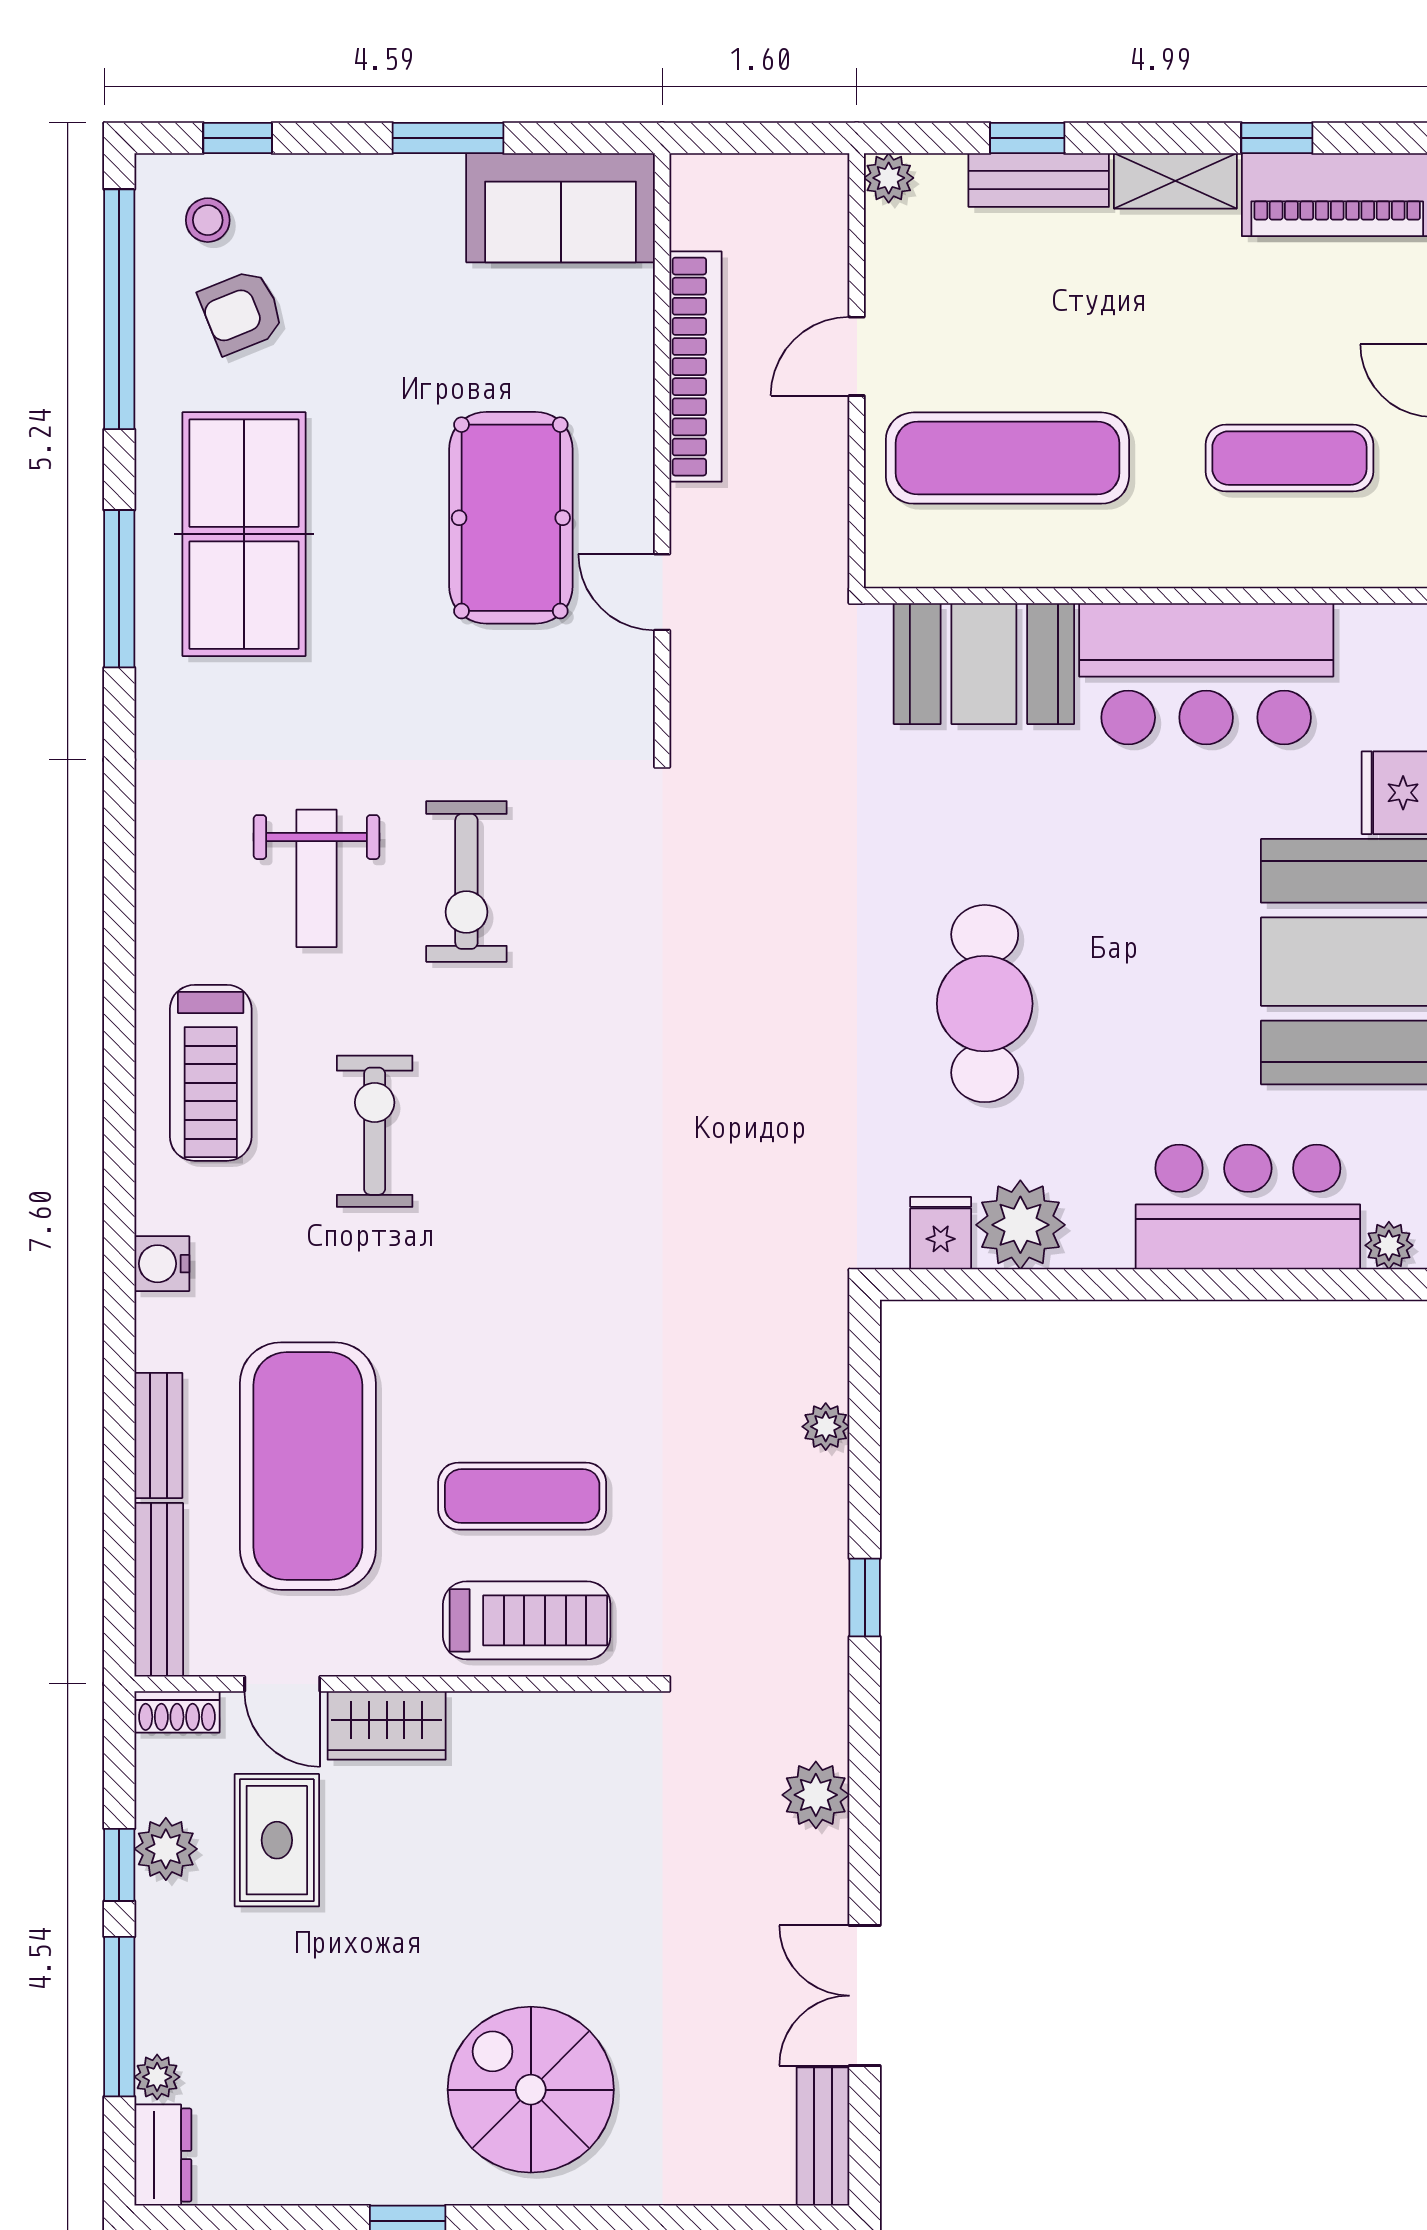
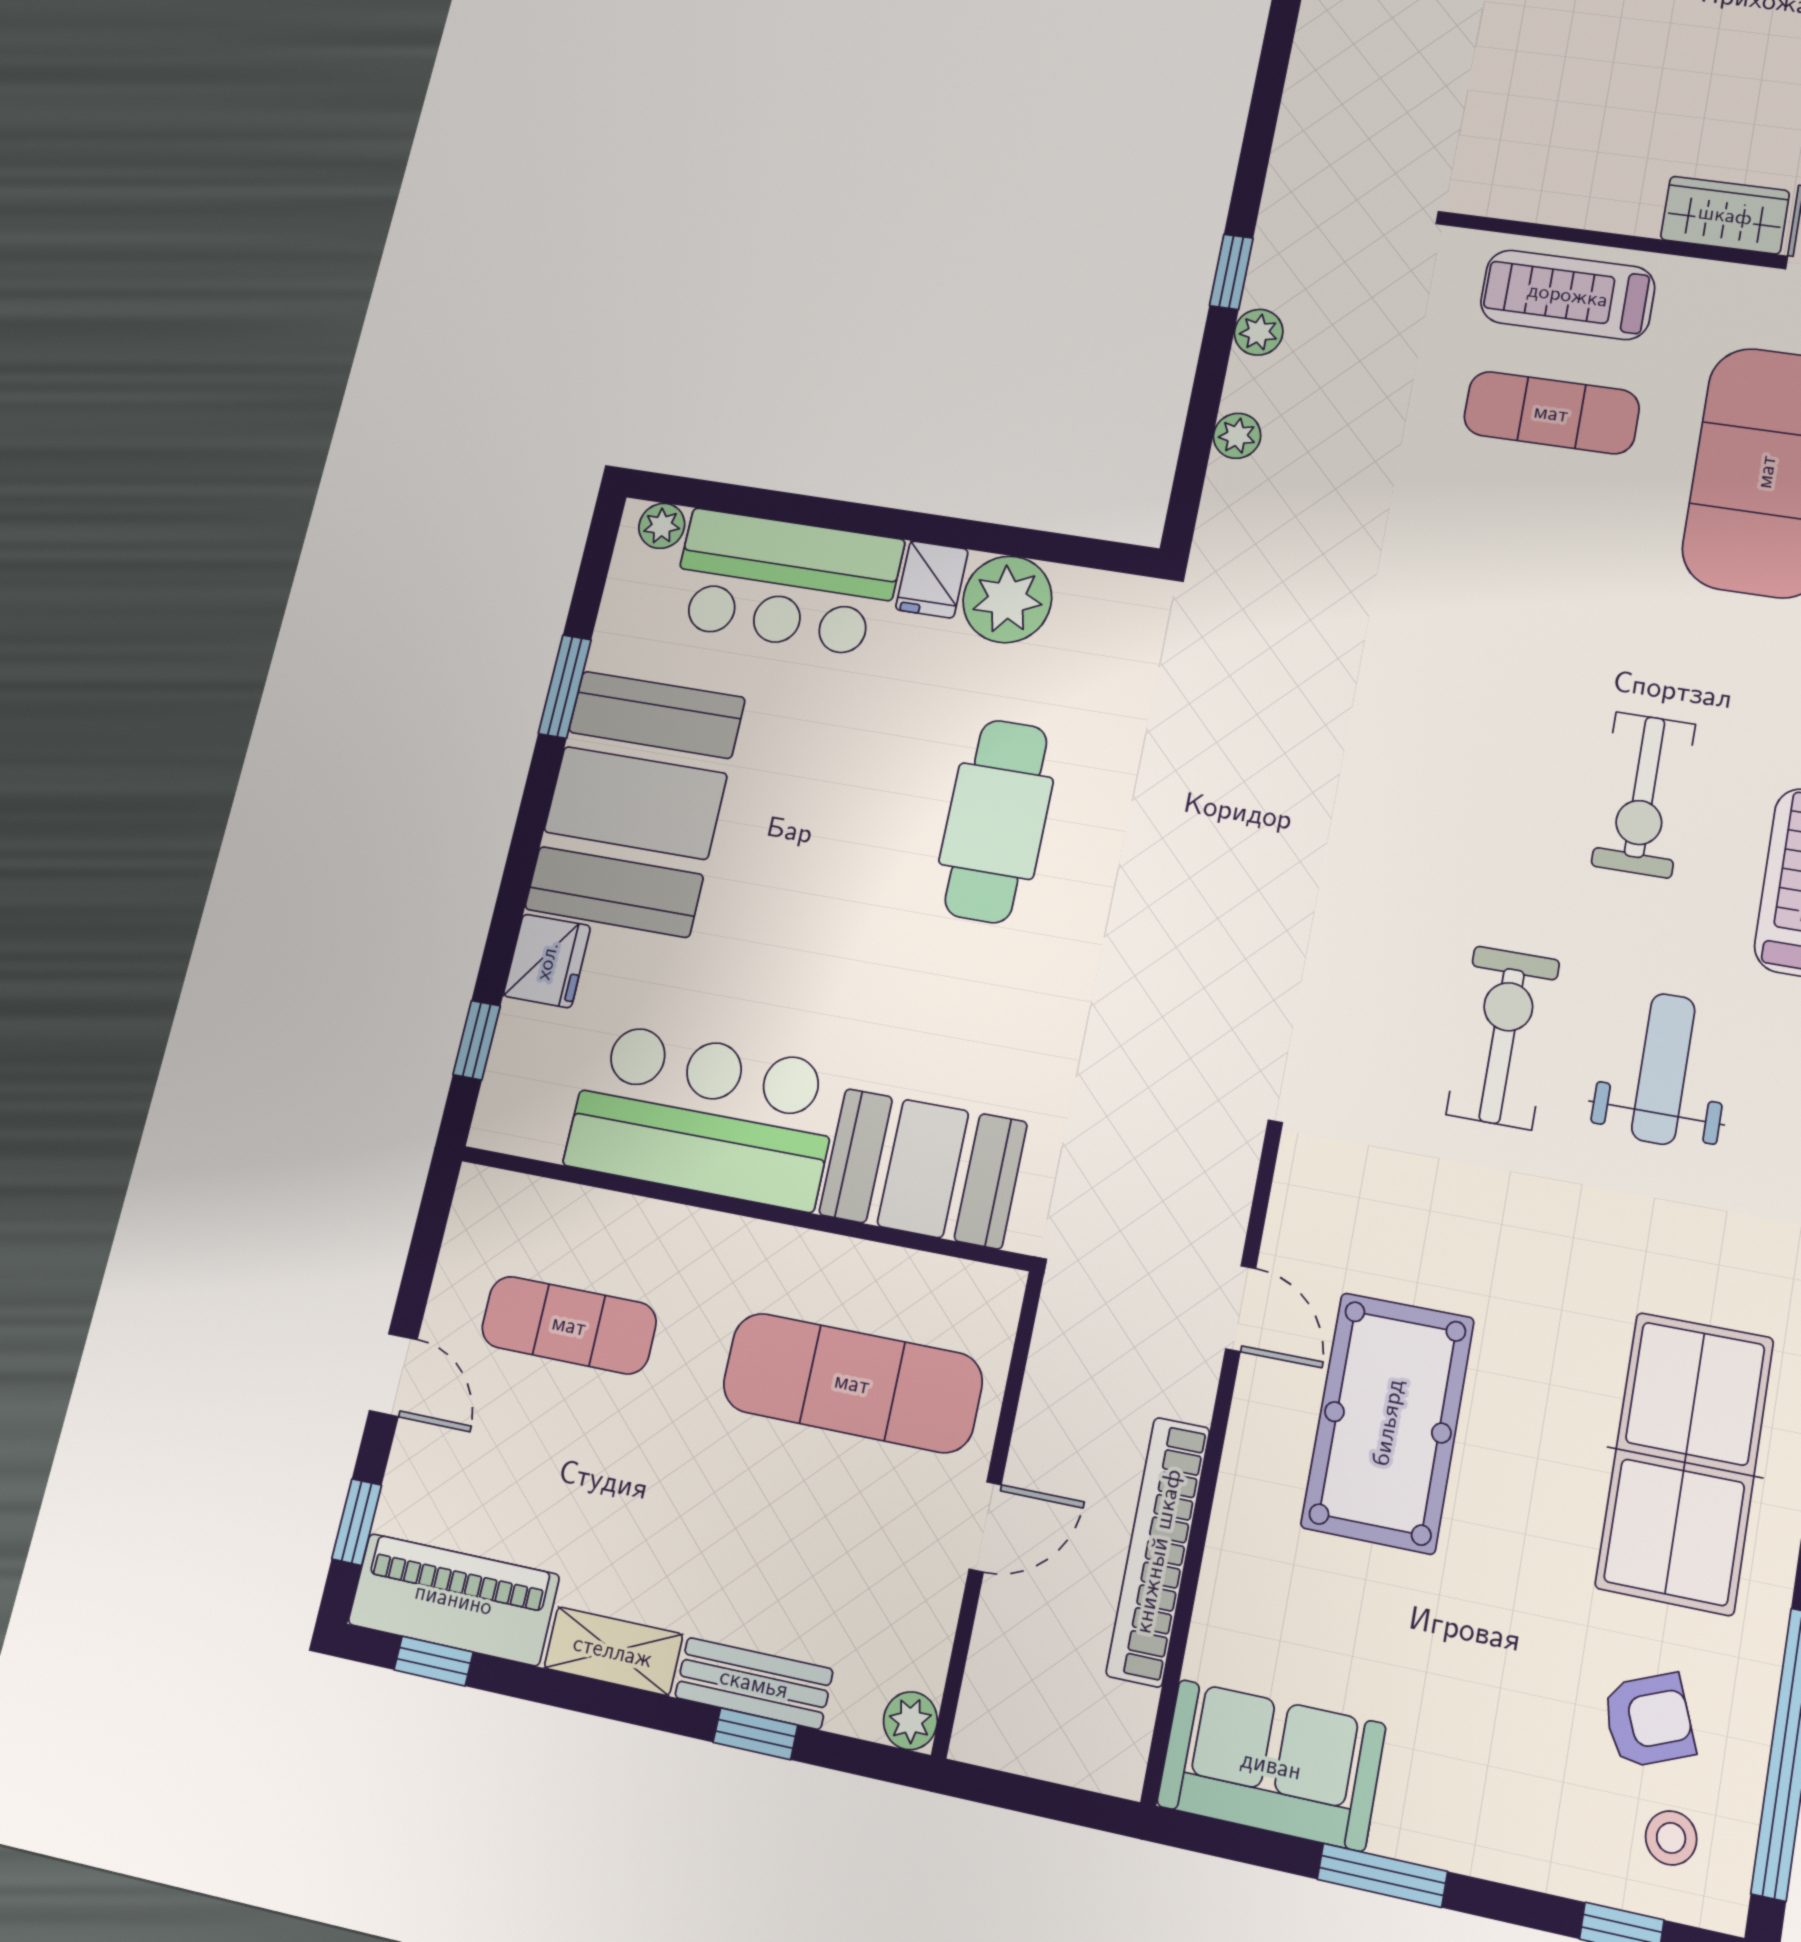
window: (1277, 138) -> (434, 1661), moved
fridge: (941, 1233) -> (932, 579), moved
plant: (816, 1795) -> (1259, 332), moved, width x0.73, depth x0.73

